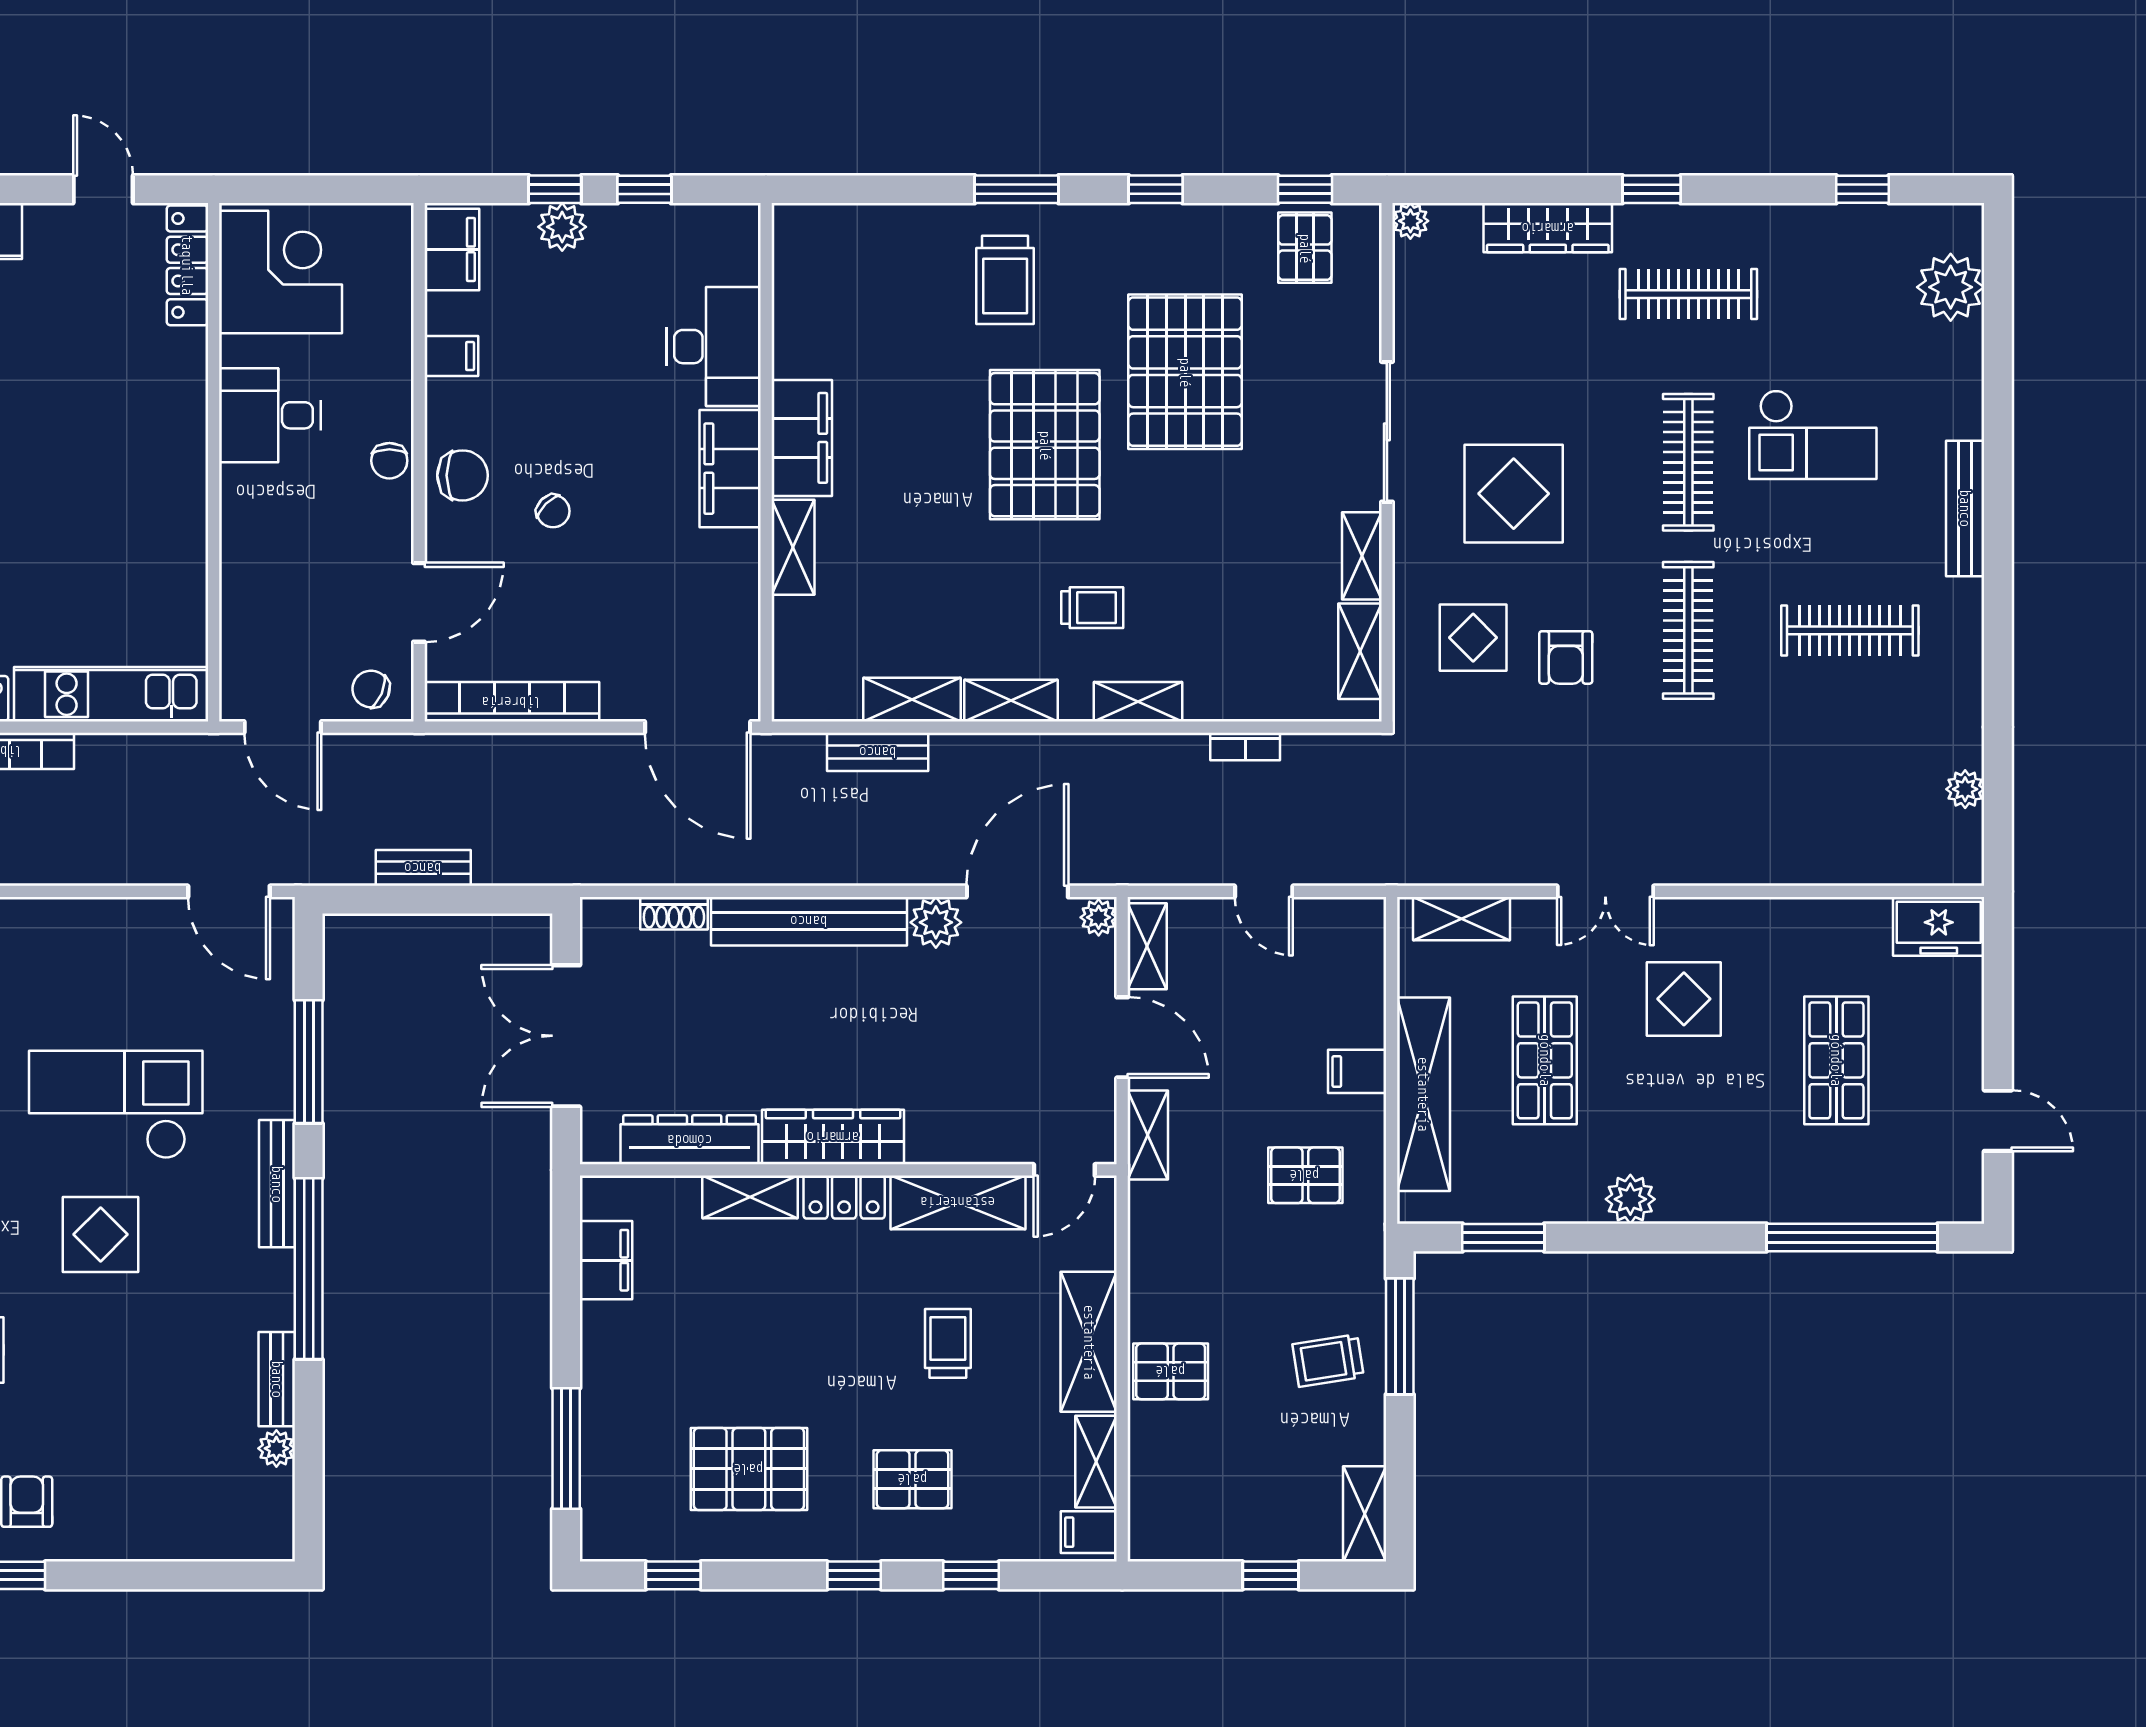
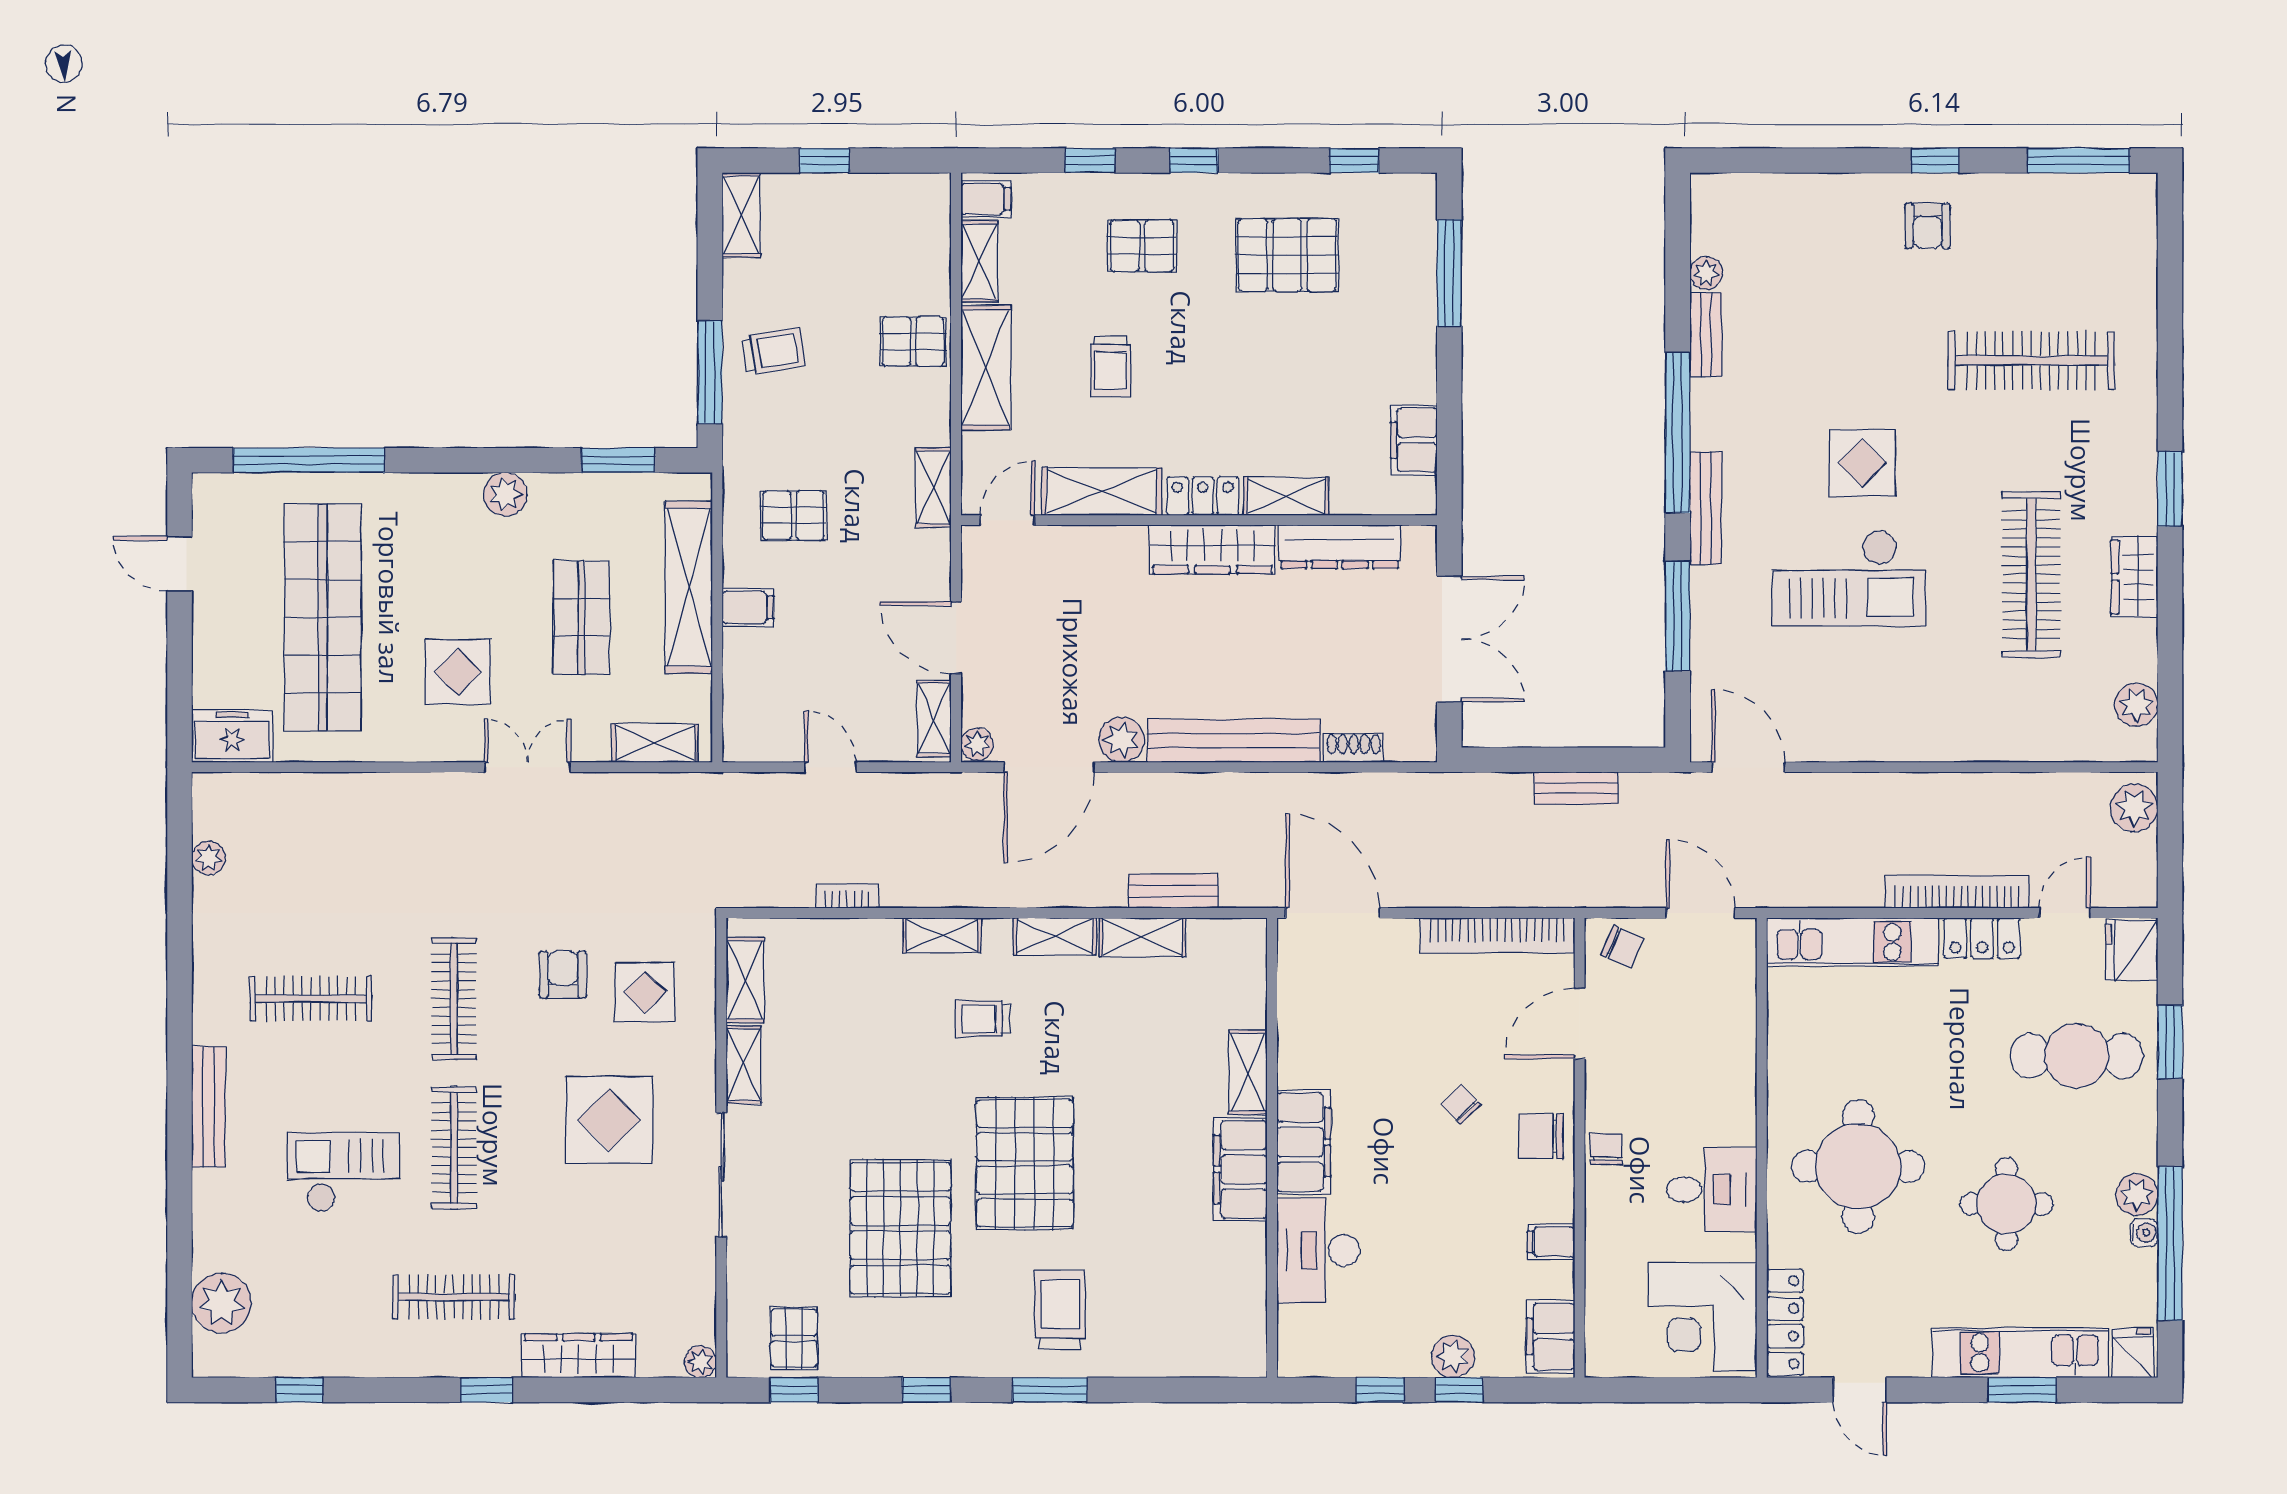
round table: (105, 441) -> (1858, 1166), added
shop shelf: (1836, 1060) -> (323, 617), width x2.00, depth x1.36
shelving: (1148, 1135) -> (933, 487), moved

